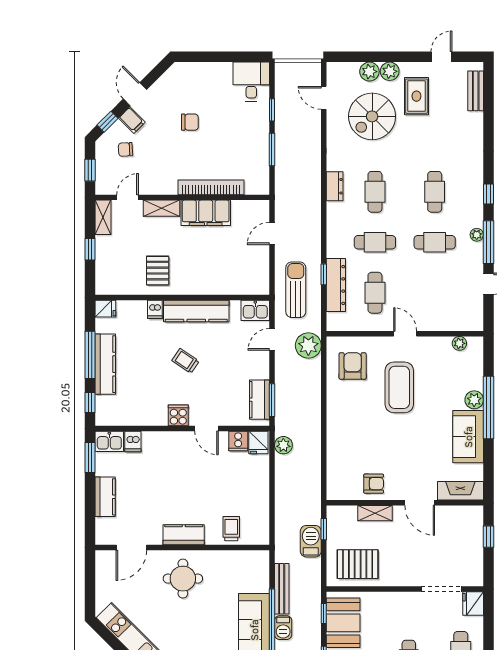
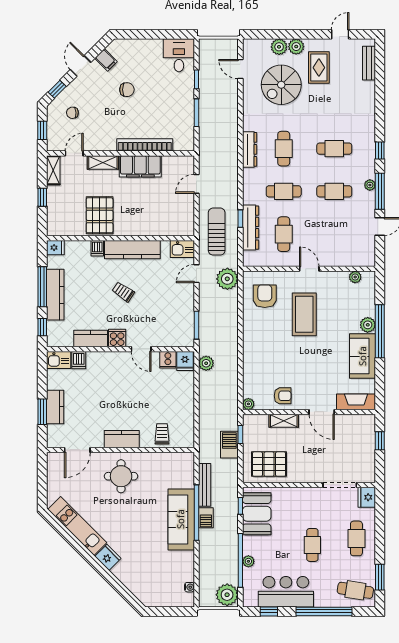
filing cabinet: (132, 120) -> (106, 60), moved
dresser: (335, 186) -> (250, 149), width x1.44
cafe table: (435, 192) -> (334, 149), turned 90
pallet: (158, 271) -> (100, 215), width x1.50, depth x1.42
kitchen counter: (259, 400) -> (91, 339), moved, turned 90
window: (90, 458) -> (42, 412), moved
plant: (333, 493) -> (248, 404), added

